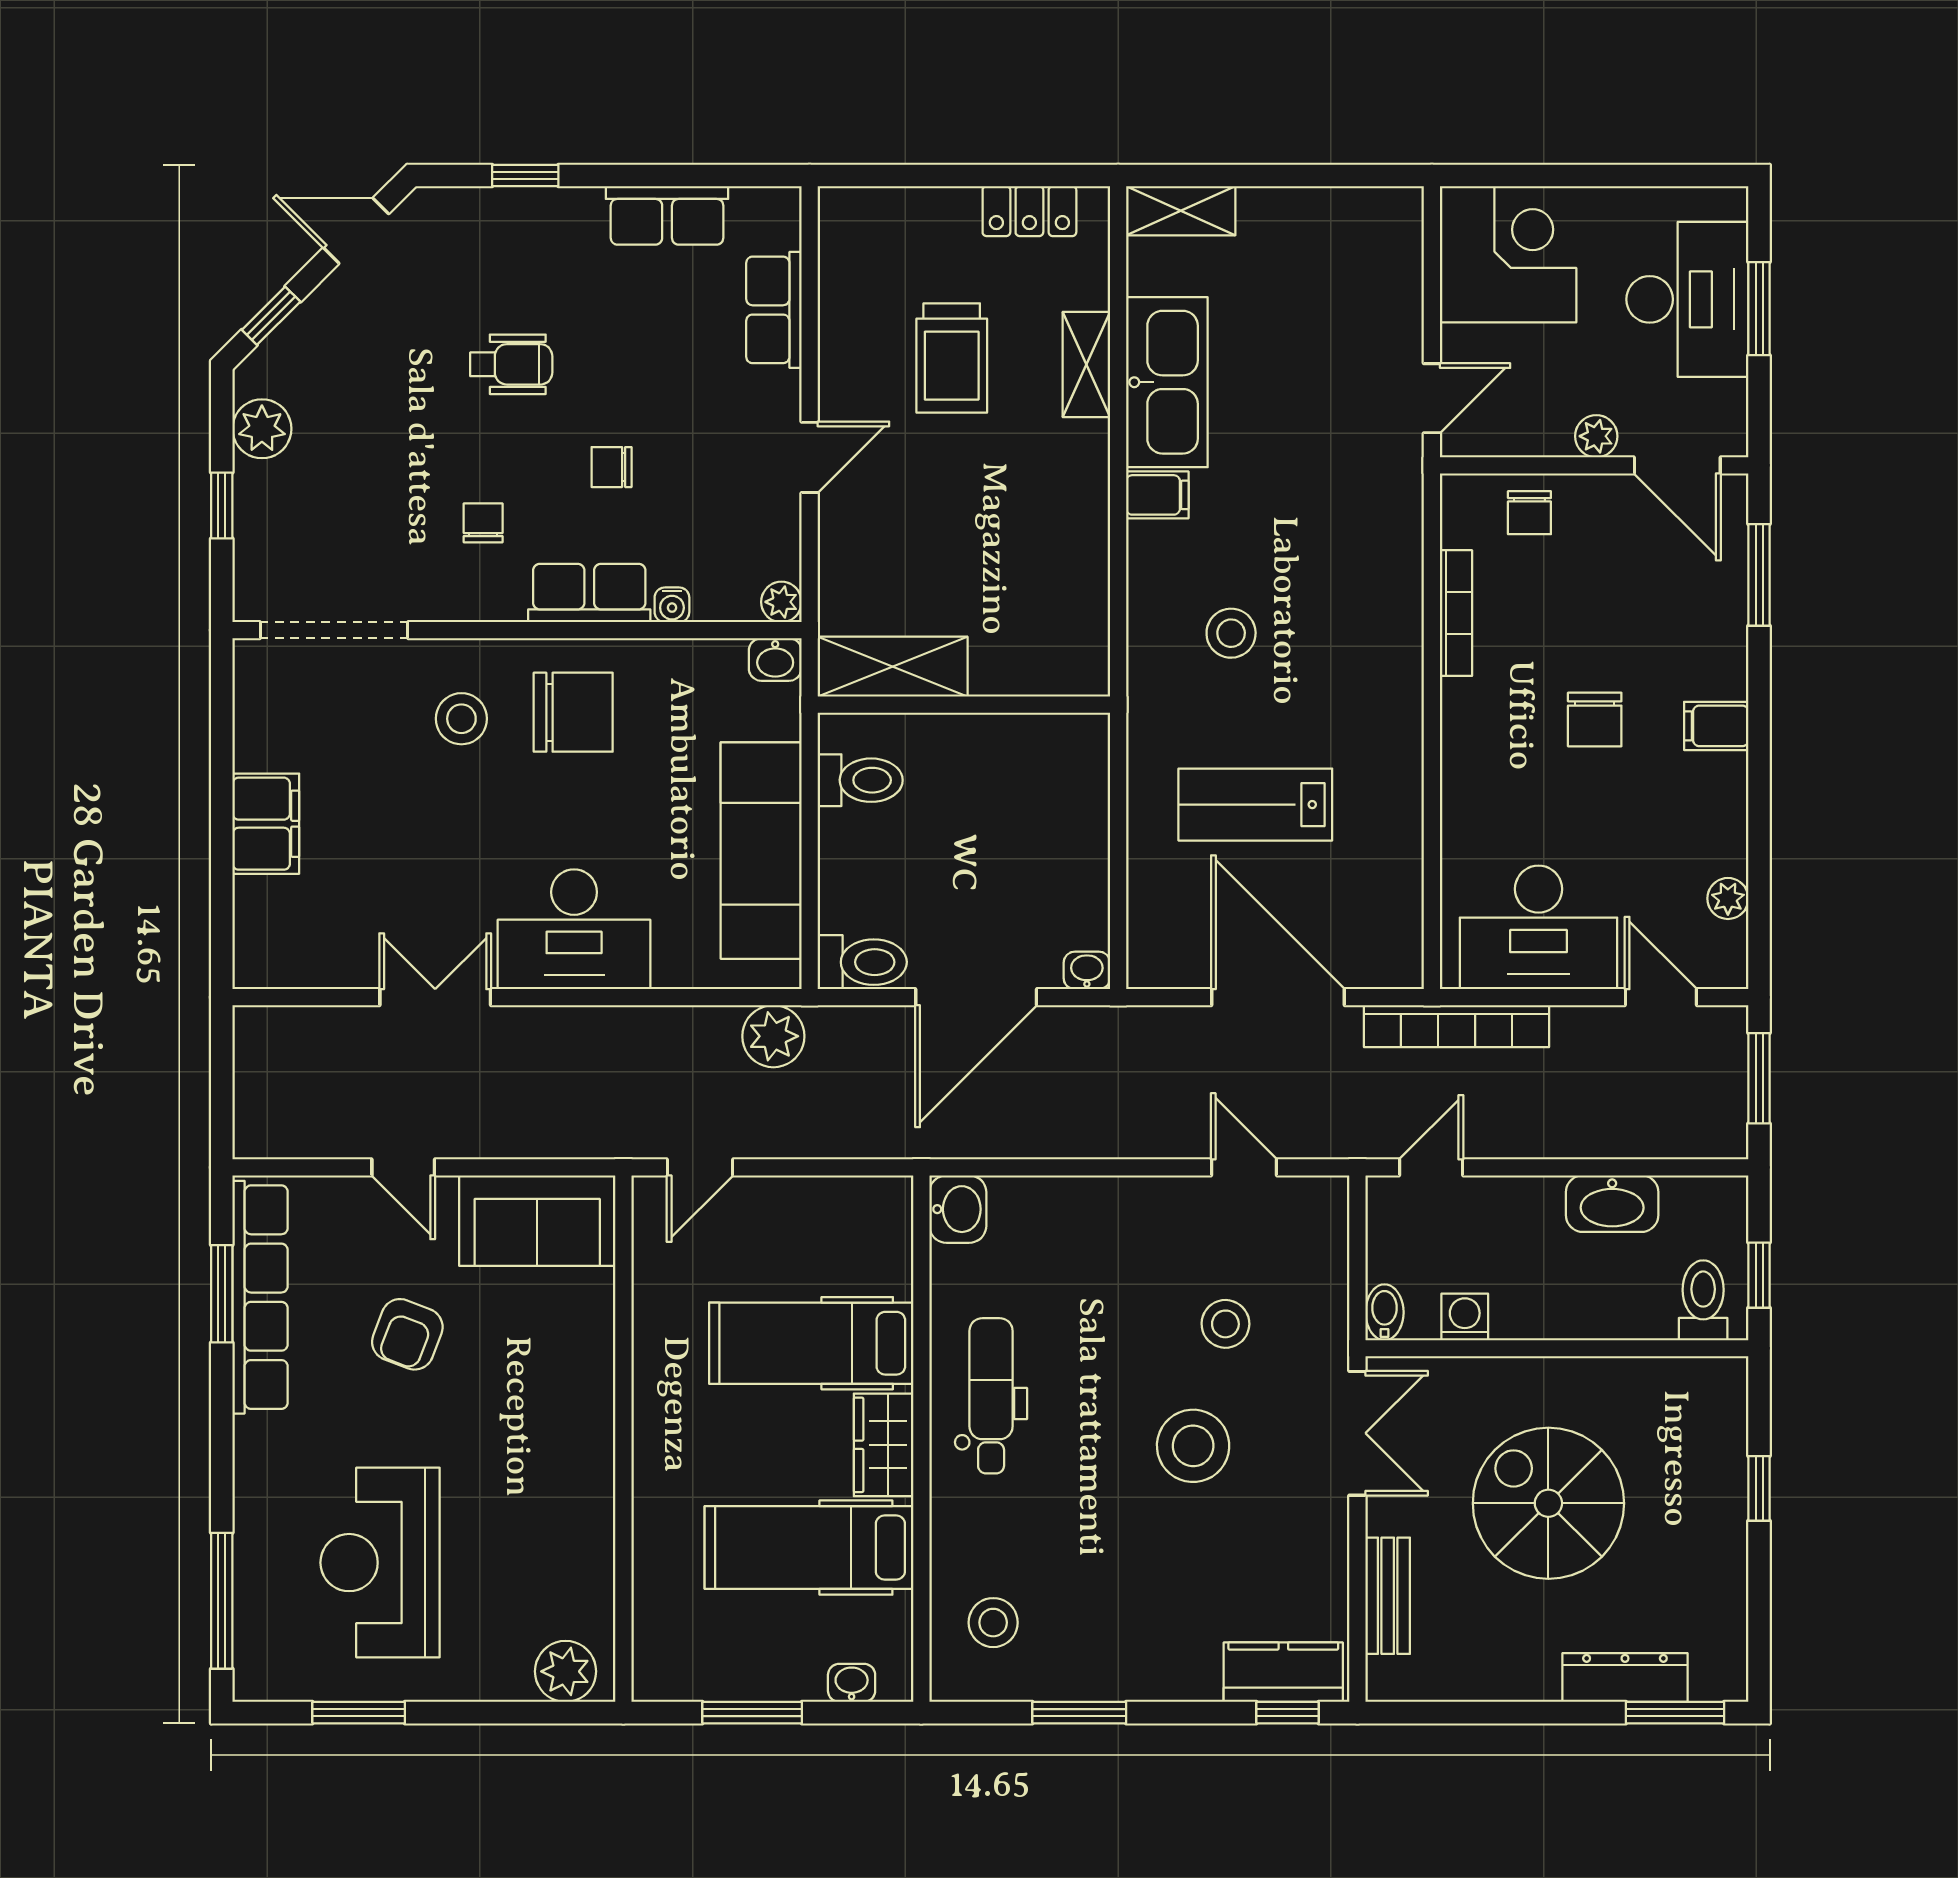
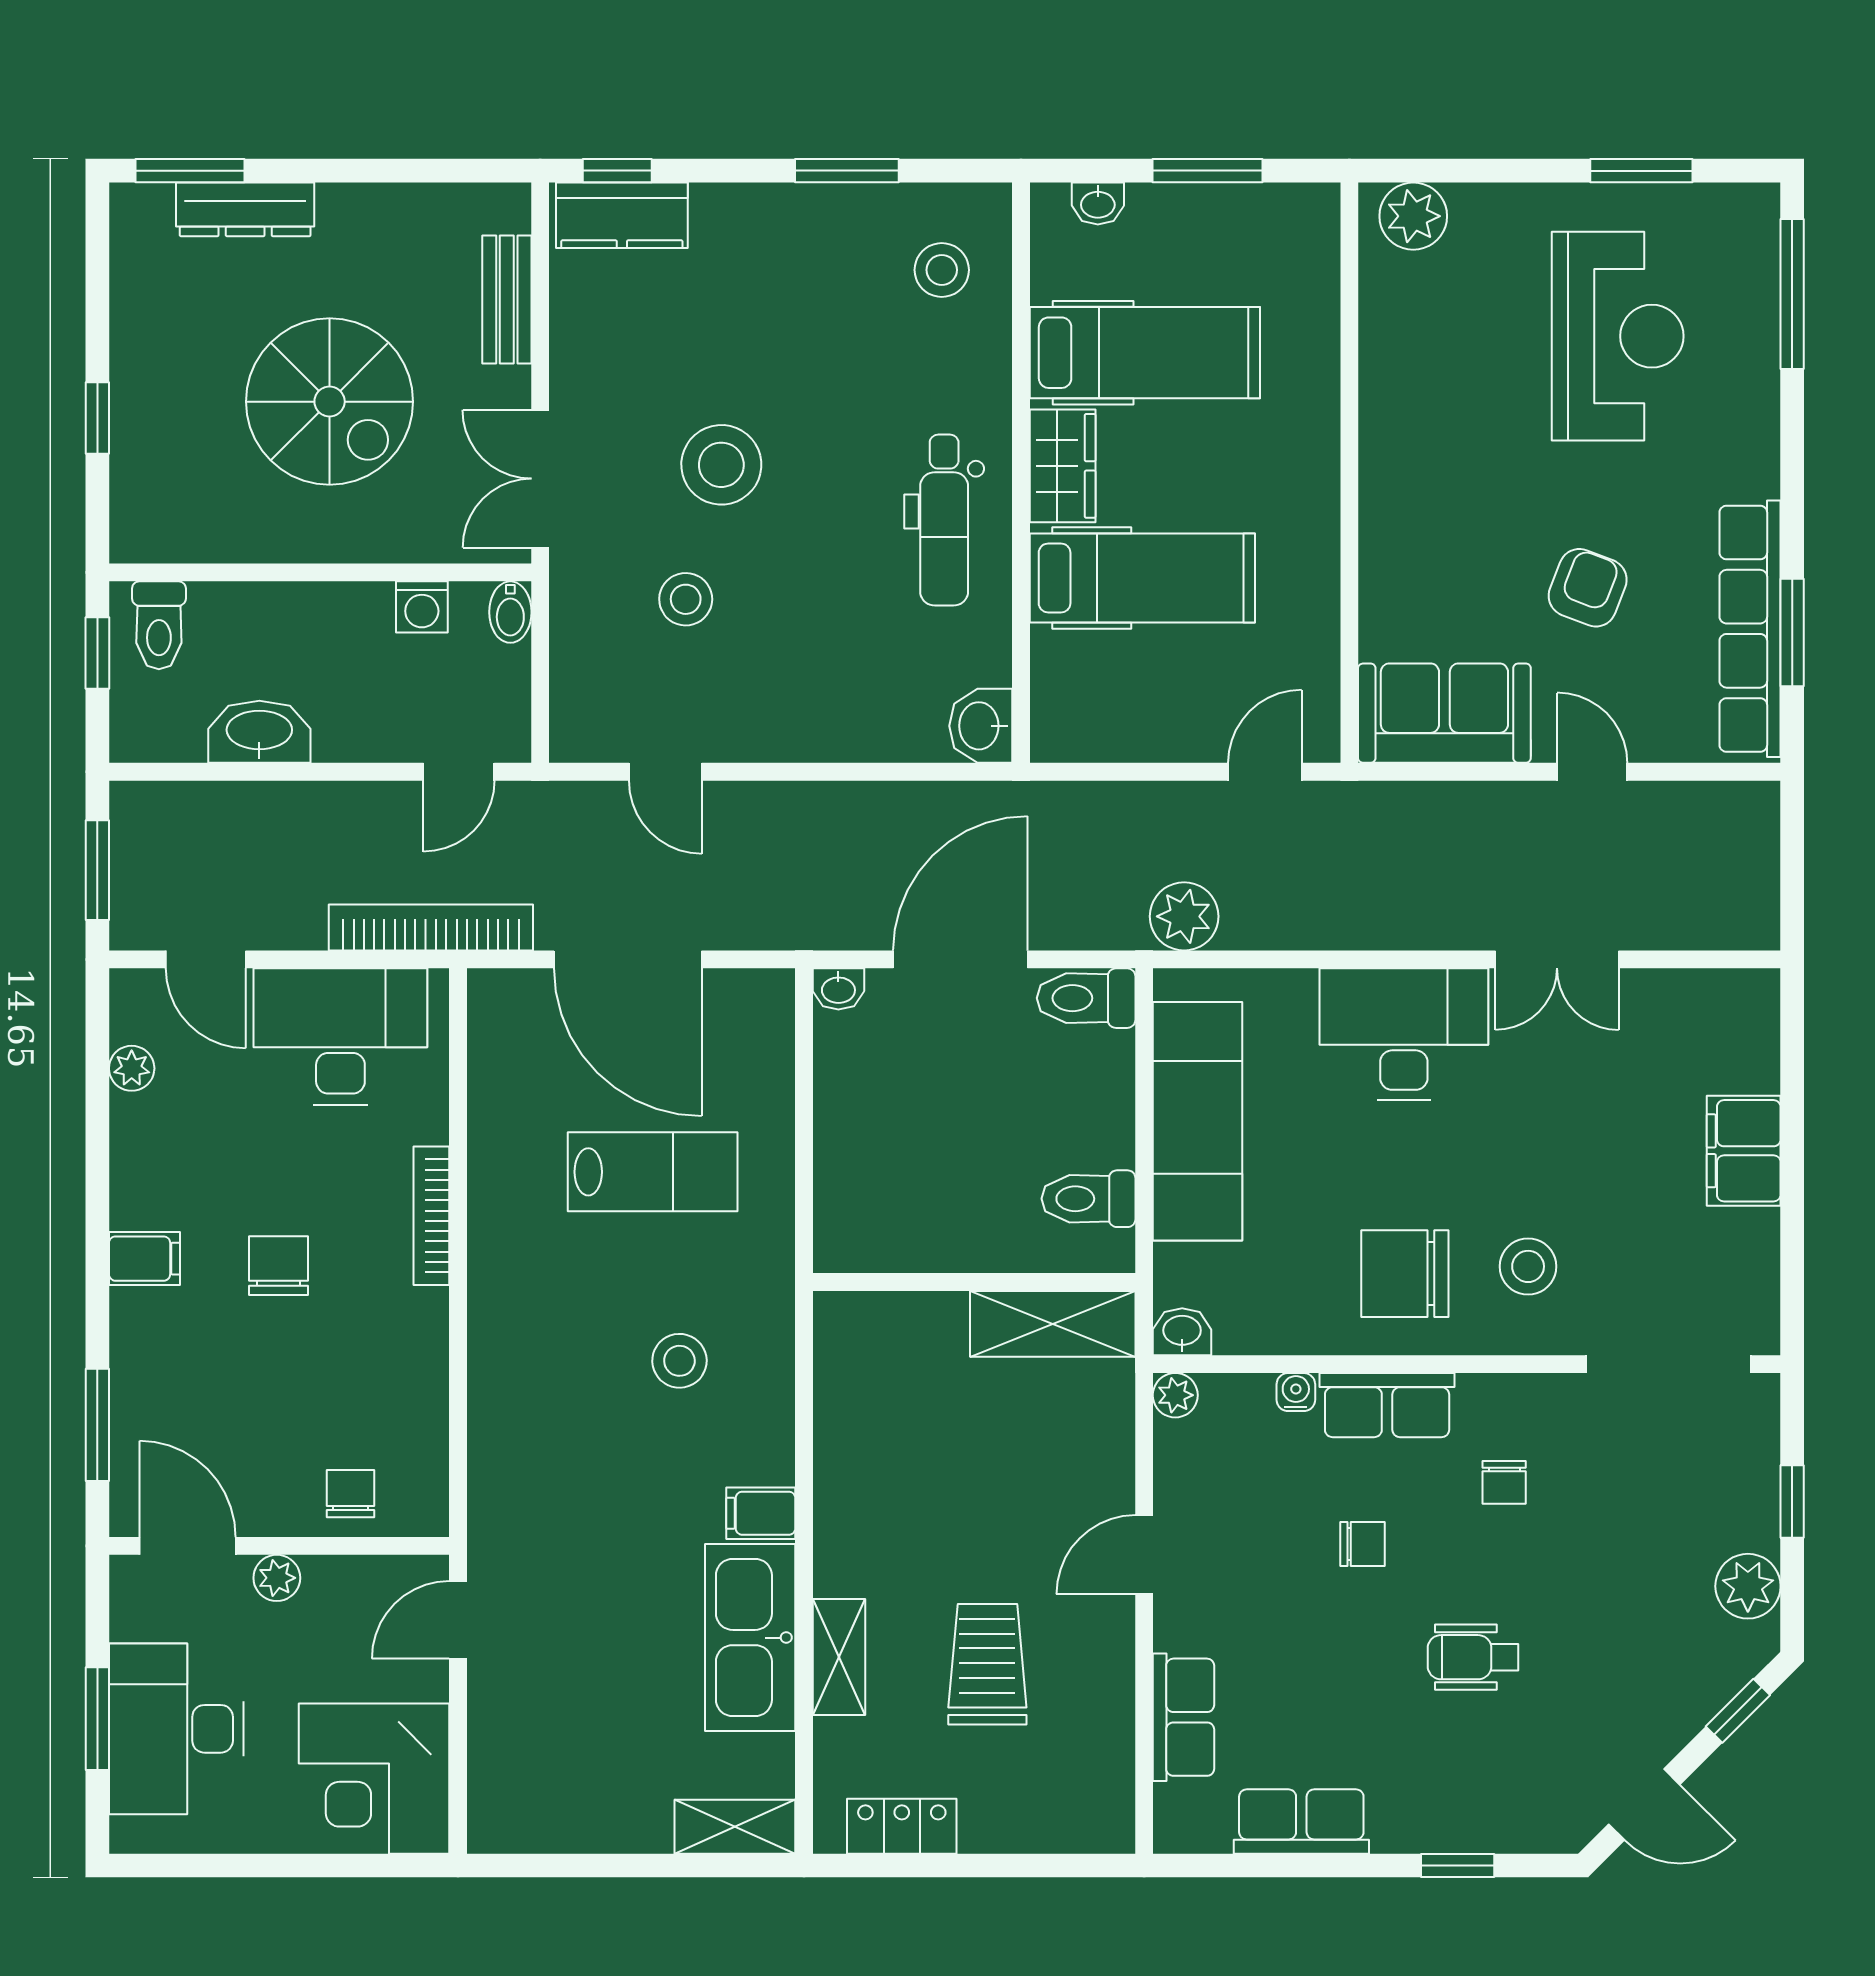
bookcase: (1456, 613) -> (431, 1216), moved

